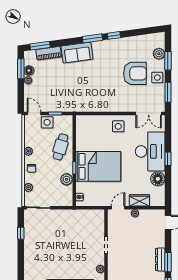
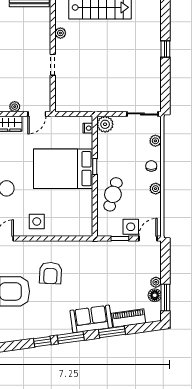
window: (40, 46) -> (112, 332), moved
armchair: (108, 87) -> (51, 273), added
door: (34, 113) -> (148, 239), swing flipped
plant: (67, 179) -> (105, 124), moved
window: (21, 233) -> (165, 49), moved

